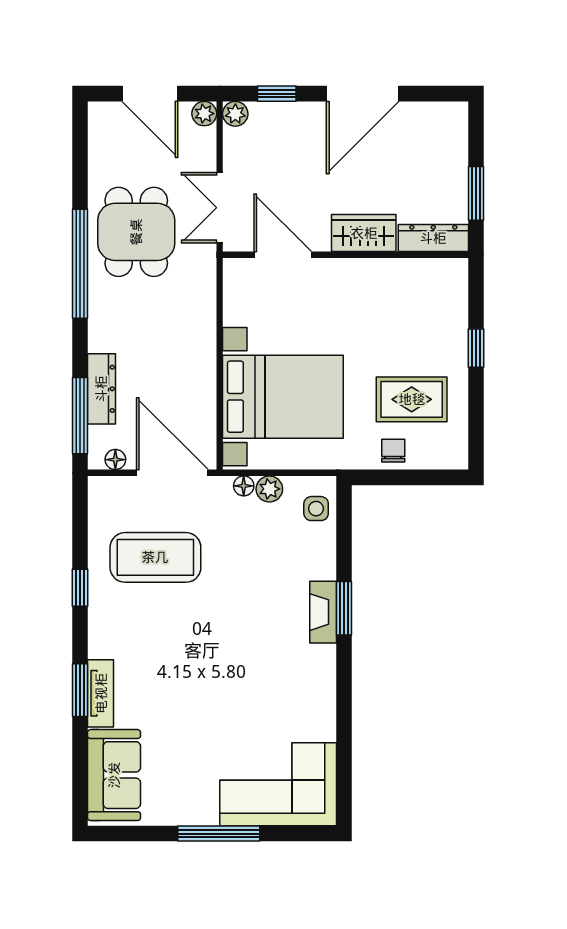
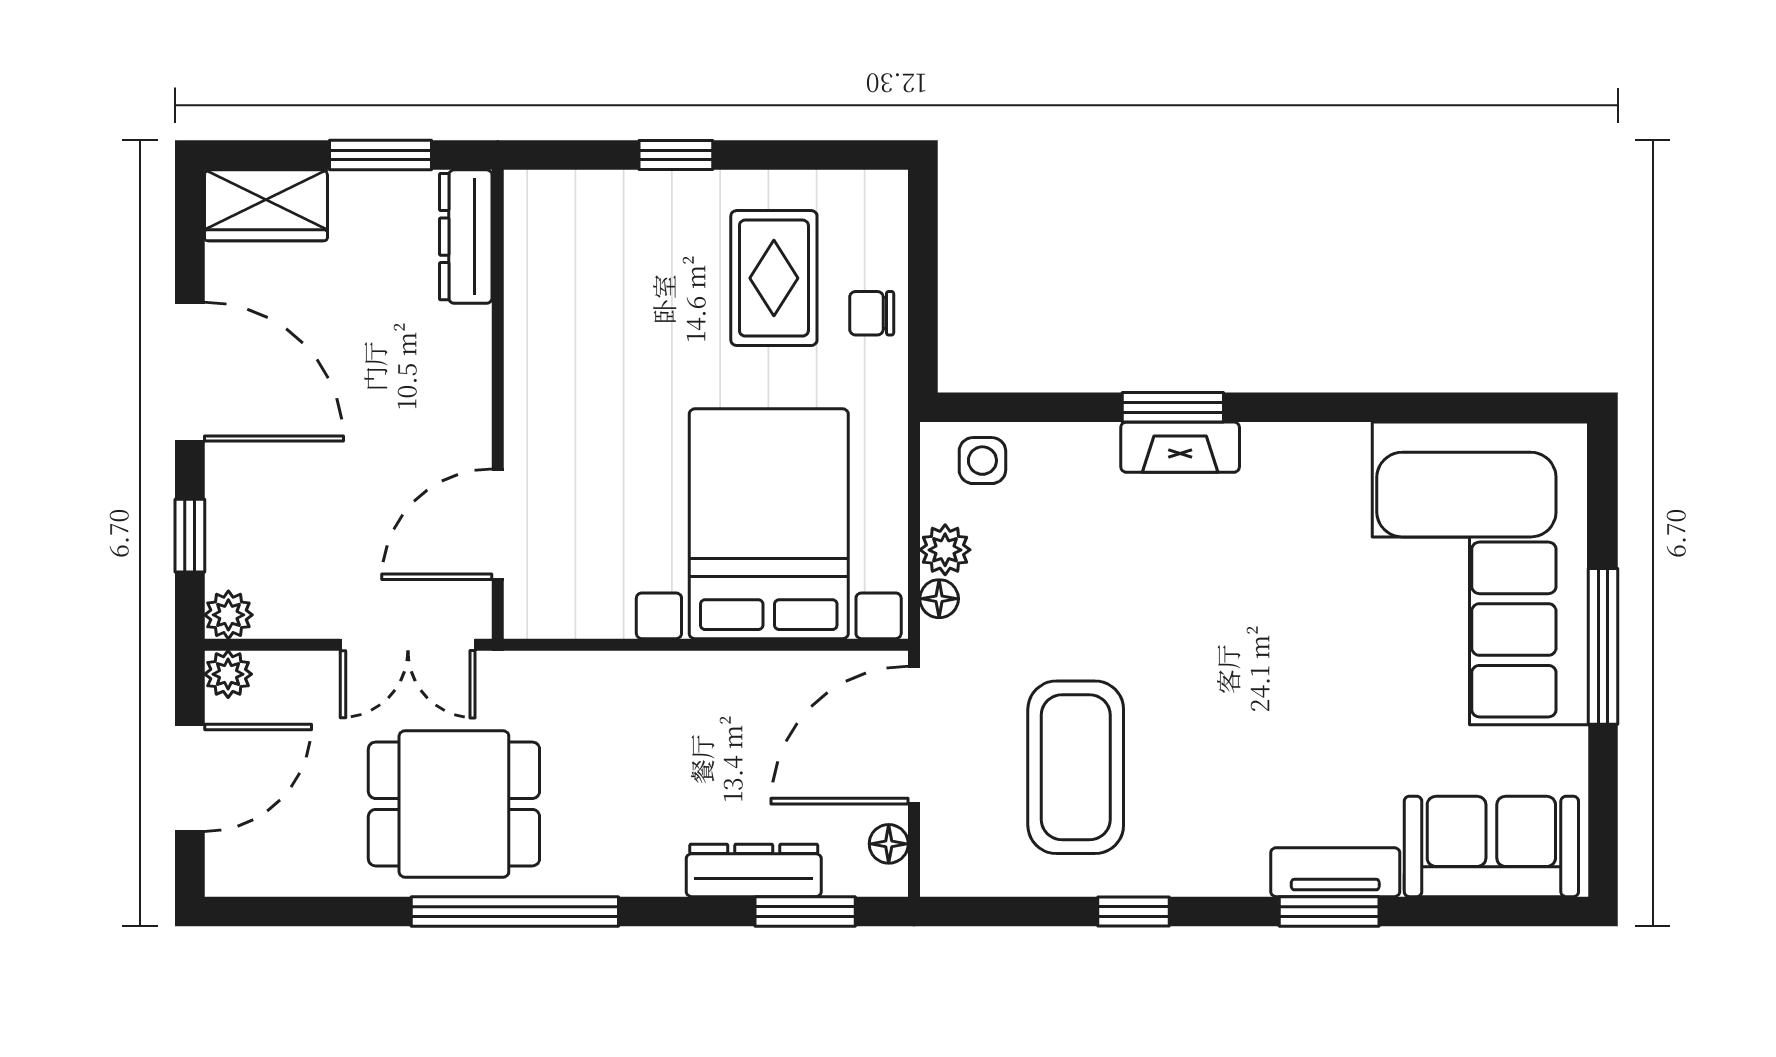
wardrobe: (364, 233) -> (266, 205), moved, turned -90
window: (80, 416) -> (805, 911), width x0.69
corner sofa: (278, 784) -> (1480, 573), width x1.36, depth x1.36

